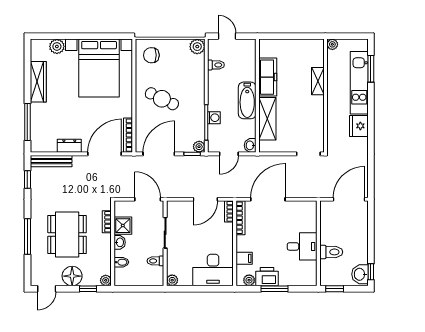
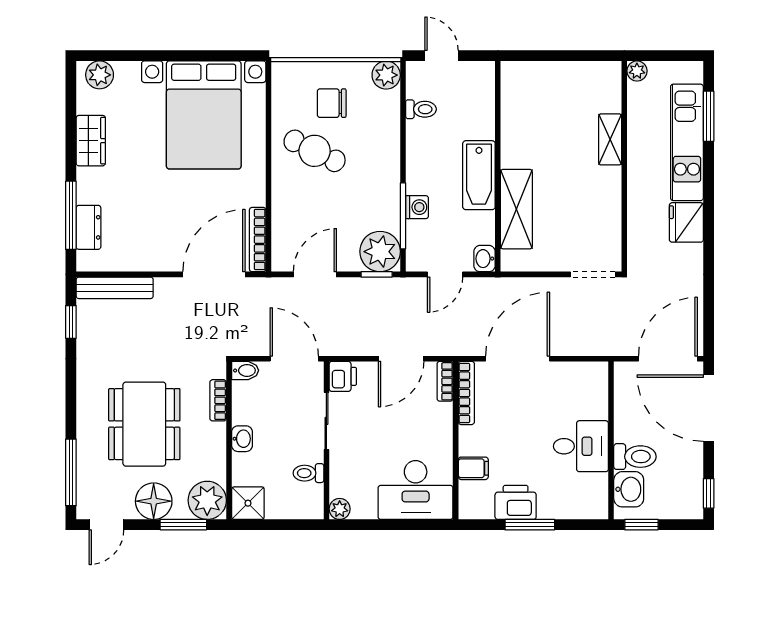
plant: (57, 46) -> (100, 75), moved
chair: (151, 55) -> (332, 103), moved
freezer: (268, 77) -> (517, 132), removed
wardrobe: (38, 82) -> (91, 141), width x0.67
cafe table: (162, 99) -> (315, 151), moved
dresser: (69, 146) -> (89, 227), moved, turned 90
plant: (199, 147) -> (380, 252), width x1.87, depth x1.87
door: (159, 154) -> (315, 274), width x0.73
printer: (174, 209) -> (343, 376), added
shower: (123, 226) -> (248, 503), moved
door: (371, 226) -> (709, 408), added
window: (27, 236) -> (71, 472), moved
bidet: (121, 262) -> (245, 370), moved
washbasin: (360, 274) -> (629, 489), moved, turned 180
plant: (106, 280) -> (207, 500), width x1.88, depth x1.88
plant: (249, 280) -> (482, 509), removed
window: (88, 289) -> (183, 525), width x1.50

